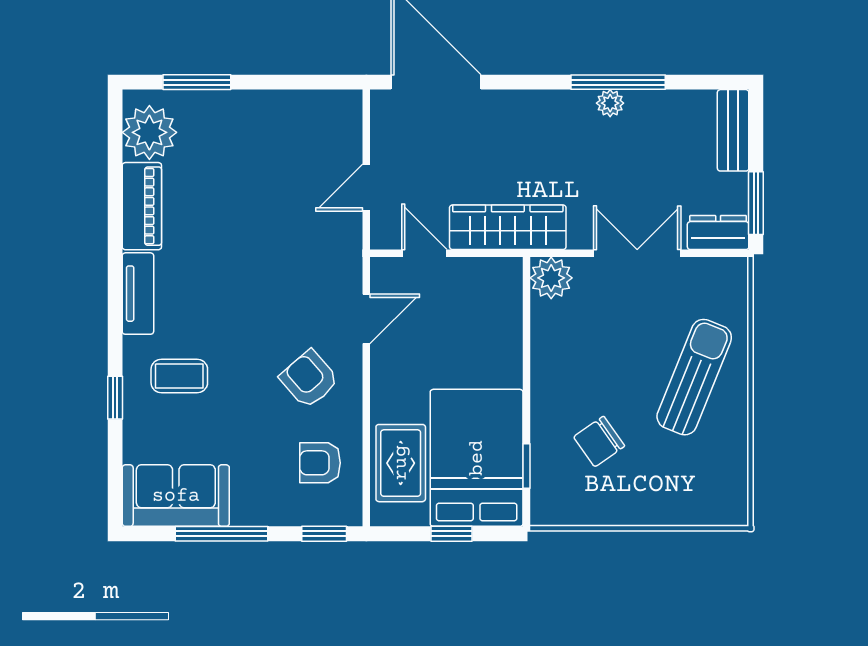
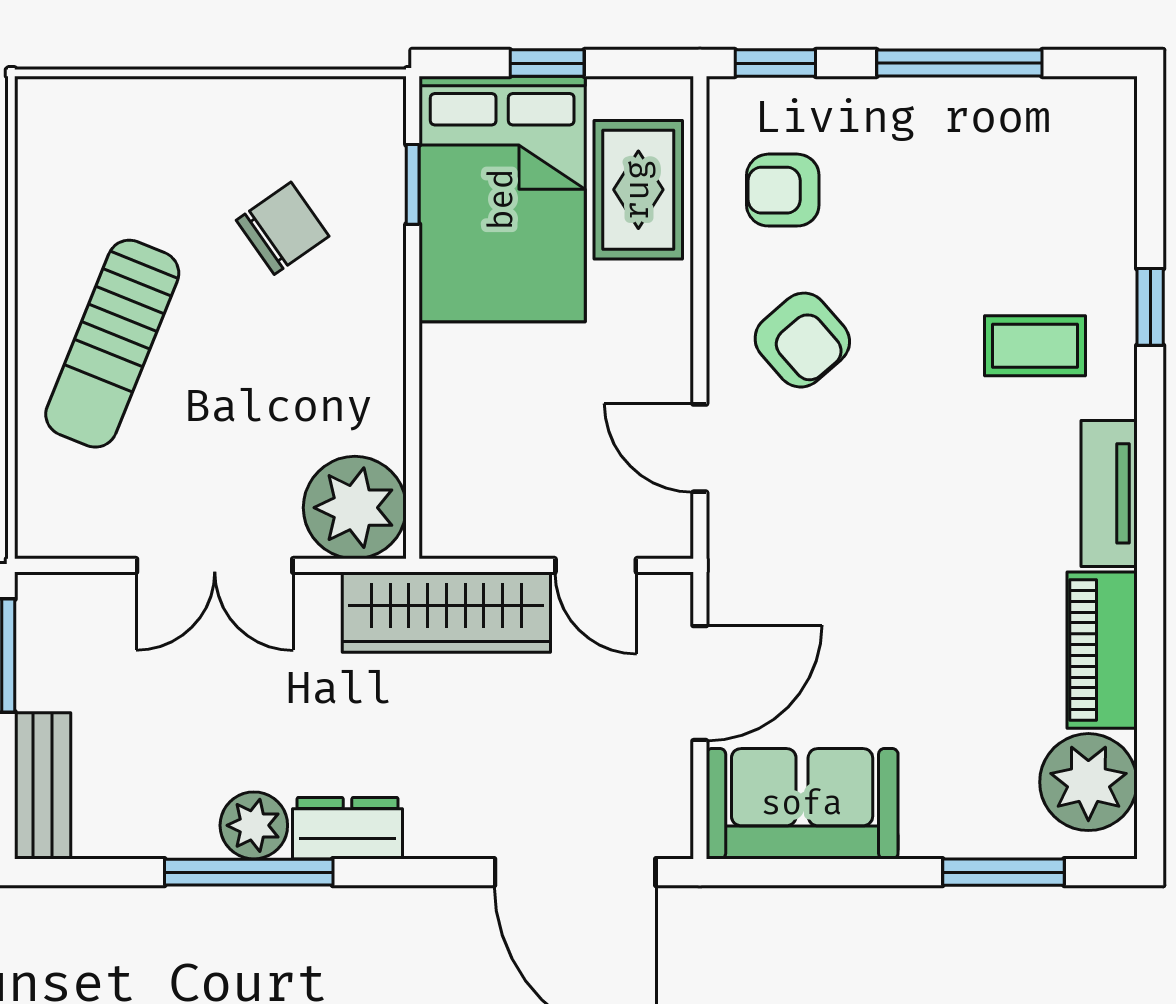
plant: (610, 103) -> (254, 825), width x1.38, depth x1.38
door: (366, 188) -> (700, 683), width x1.38
dresser: (718, 232) -> (348, 828), moved, turned 180
plant: (551, 278) -> (355, 508), width x1.36, depth x1.36
door: (366, 319) -> (700, 448), hinge flipped
armchair: (320, 463) -> (783, 190), turned 180
sofa: (176, 496) -> (802, 804), moved, turned 180

